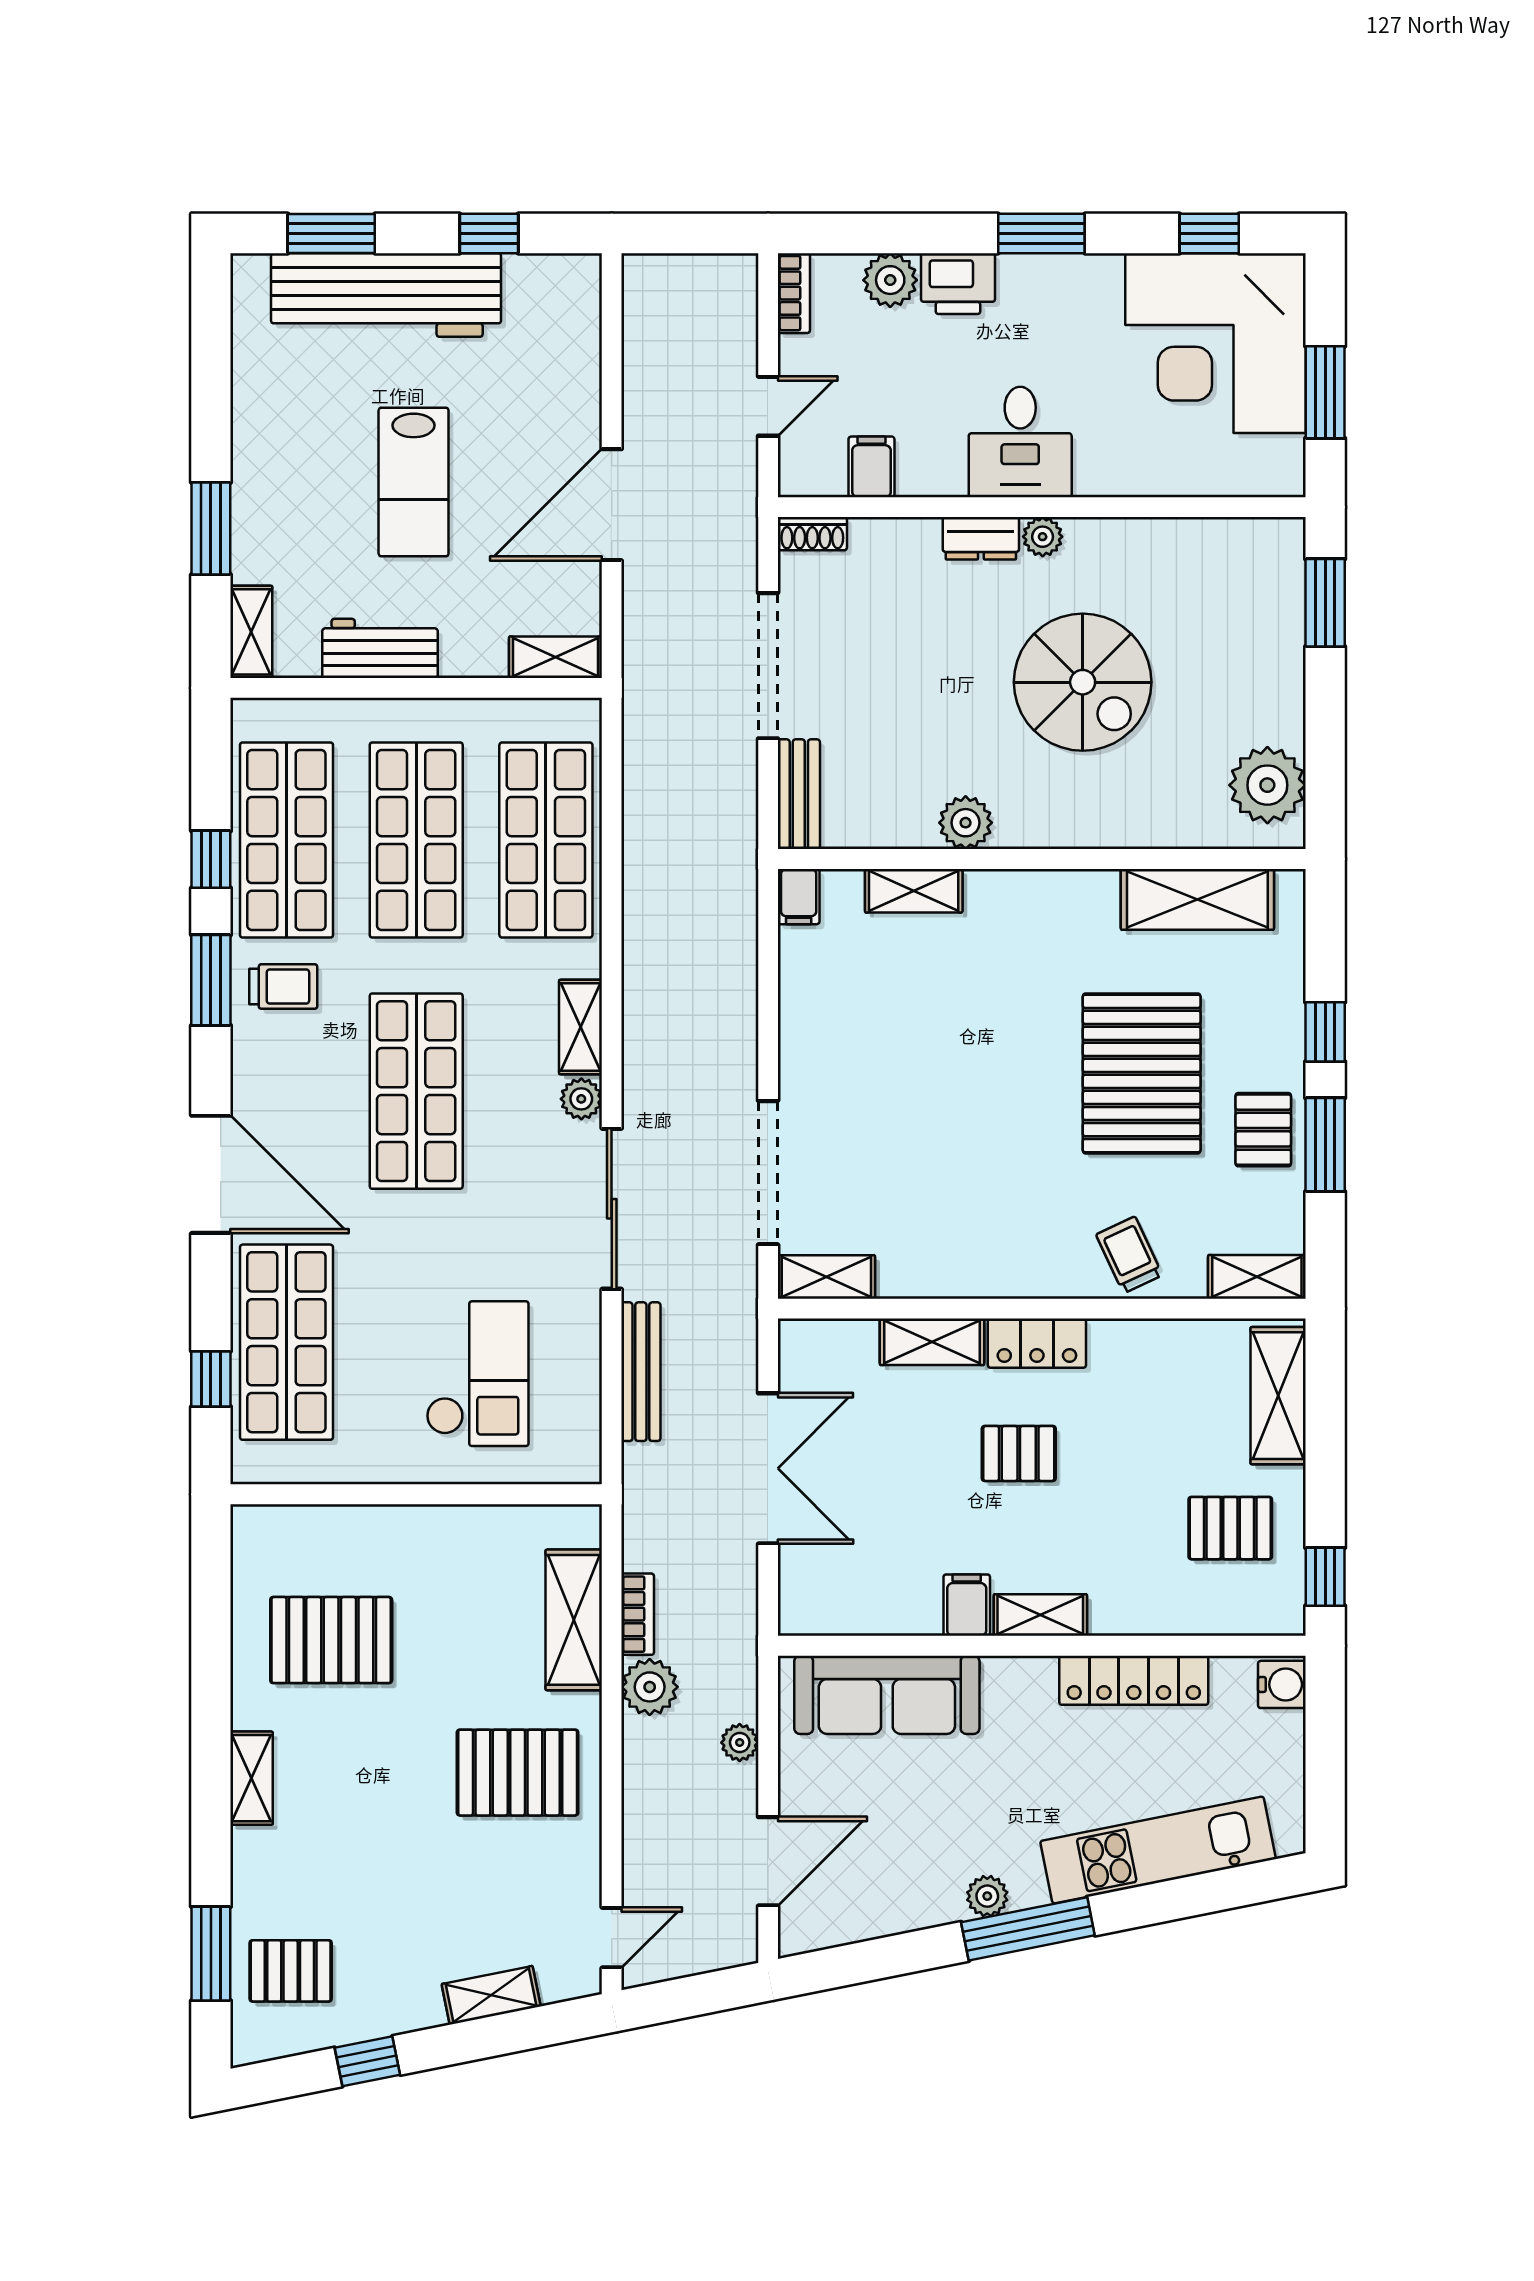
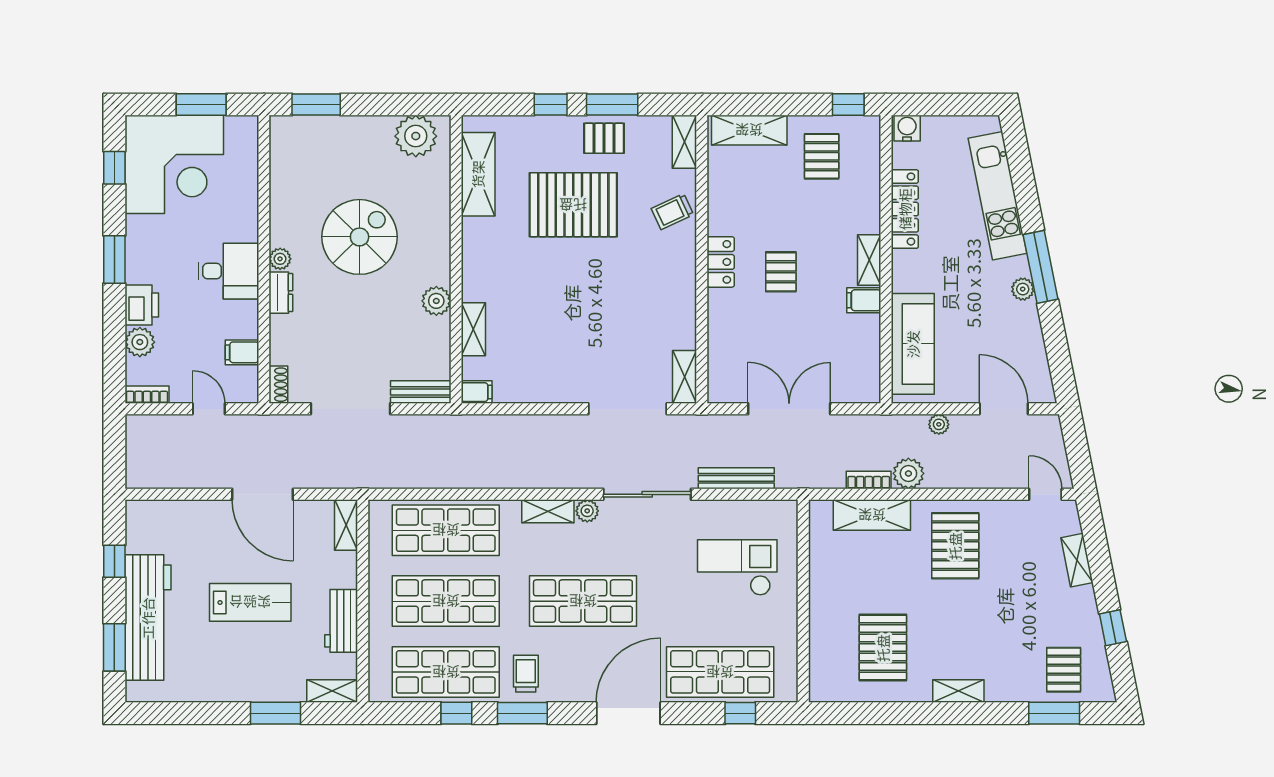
shelving: (932, 1342) -> (720, 319), removed

